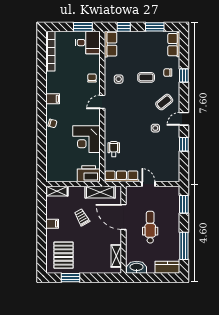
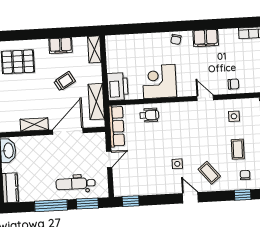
filing cabinet: (53, 99) -> (206, 38), width x2.00
window: (184, 144) -> (131, 201), moved
filing cabinet: (52, 224) -> (61, 45), width x2.00
dental chair: (150, 227) -> (76, 184), moved, turned 180
window: (184, 246) -> (51, 206), moved
shelving: (116, 256) -> (34, 124), moved

